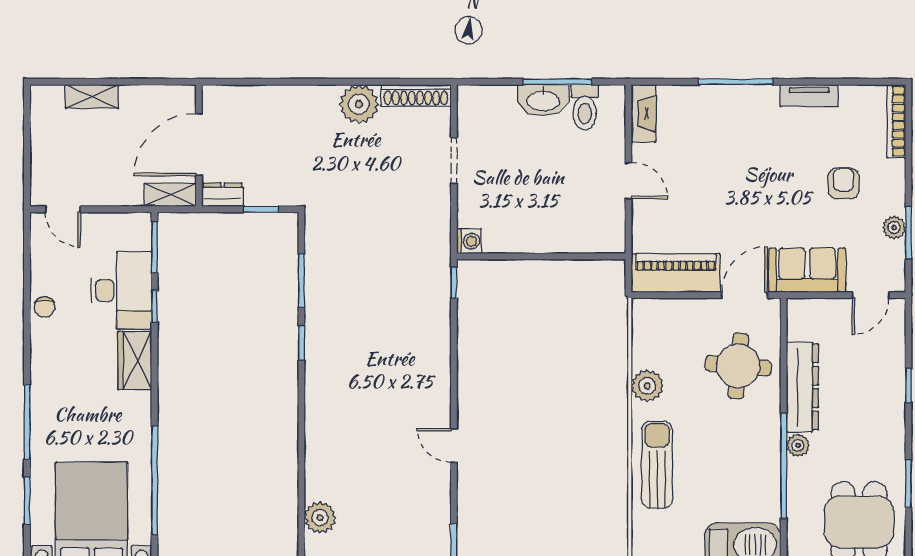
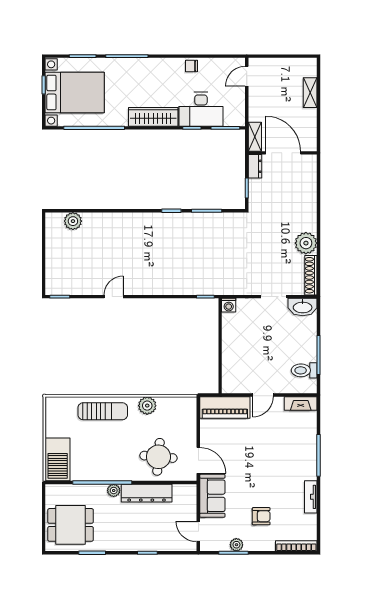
washbasin: (543, 100) -> (303, 307), moved, turned -90
piano: (676, 273) -> (225, 407), moved, turned 90
wardrobe: (135, 361) -> (153, 117), width x1.50

